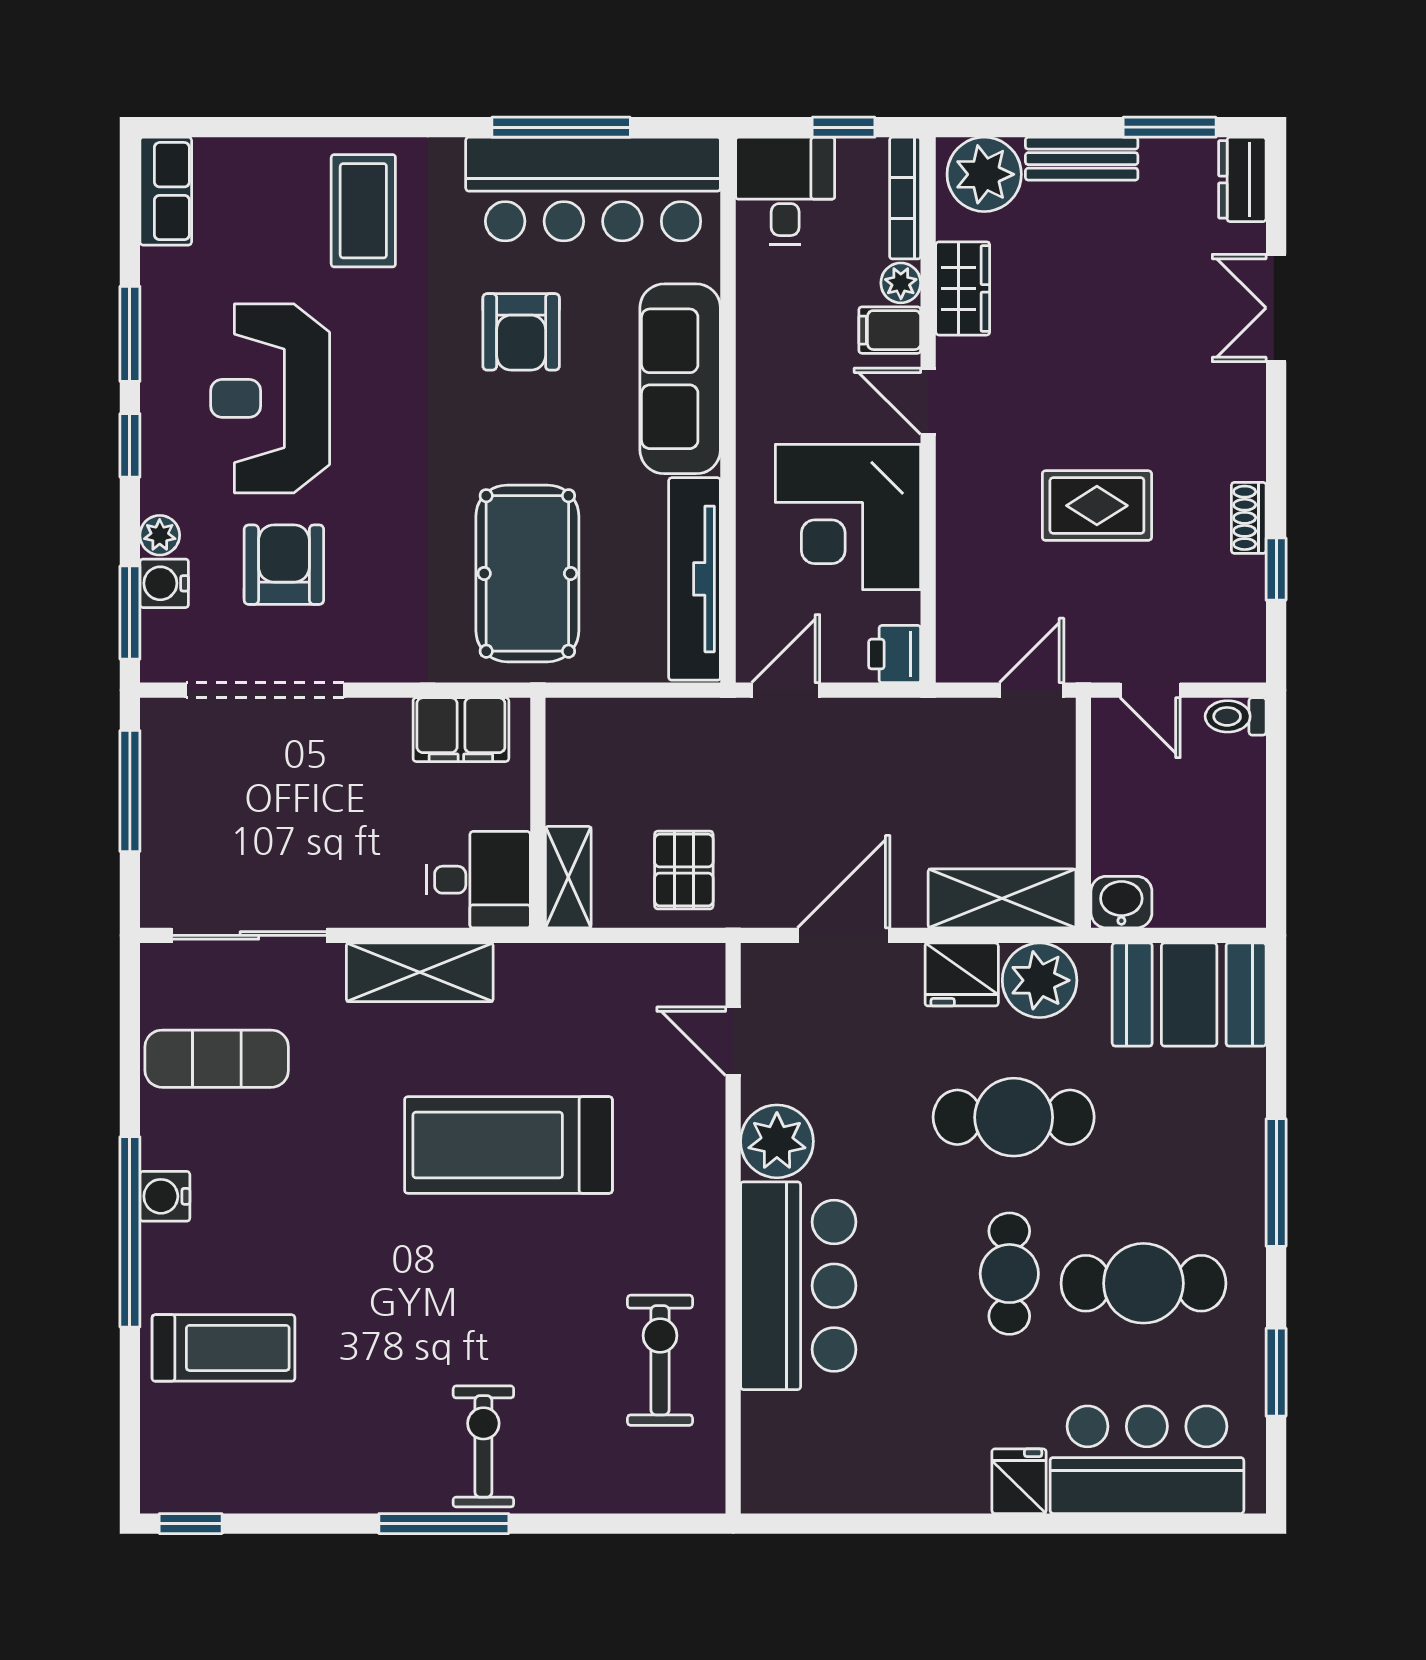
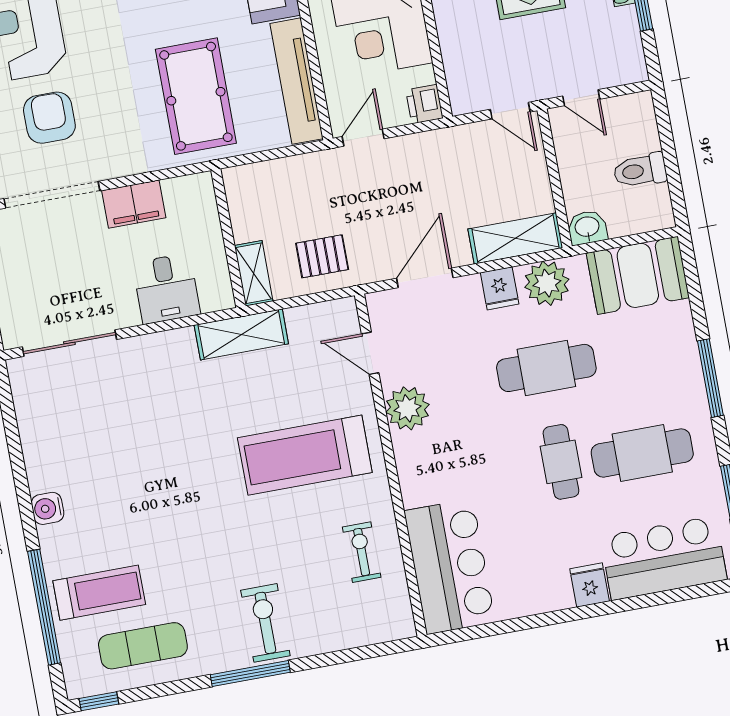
door: (1032, 690) -> (510, 111), swing flipped
toilet: (1236, 716) -> (640, 171), moved, width x1.37, depth x1.39
filing cabinet: (461, 730) -> (134, 204), moved
pallet: (684, 870) -> (322, 256), turned 90
desk: (478, 880) -> (166, 289), moved, turned 90
shelving: (420, 972) -> (241, 334), moved
fridge: (962, 974) -> (500, 288), width x0.72
exercise mat: (217, 1059) -> (143, 646), moved
treadmill: (508, 1145) -> (305, 455), moved
window: (130, 1232) -> (44, 607), moved
bar counter: (798, 1286) -> (450, 566), moved
exercise bike: (660, 1360) -> (362, 552), width x0.73, depth x0.72

